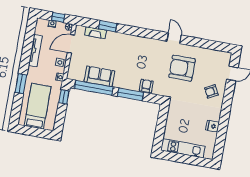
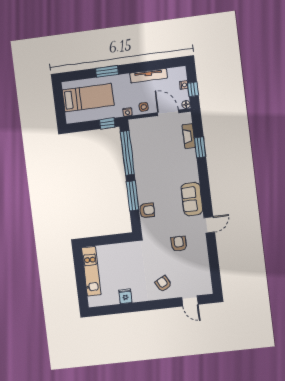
armchair: (182, 68) -> (179, 244), width x0.53, depth x0.53
sofa: (99, 76) -> (192, 199), moved, turned 180

